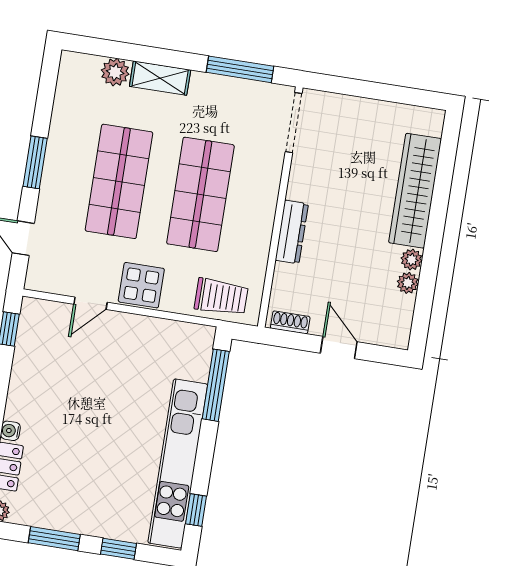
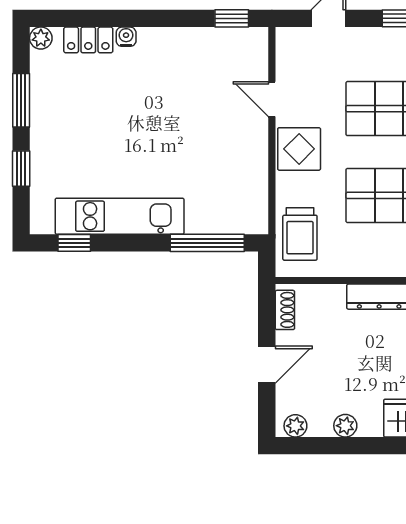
plant: (412, 260) -> (295, 426), moved
kitchen unit: (178, 464) -> (120, 216), width x0.73

